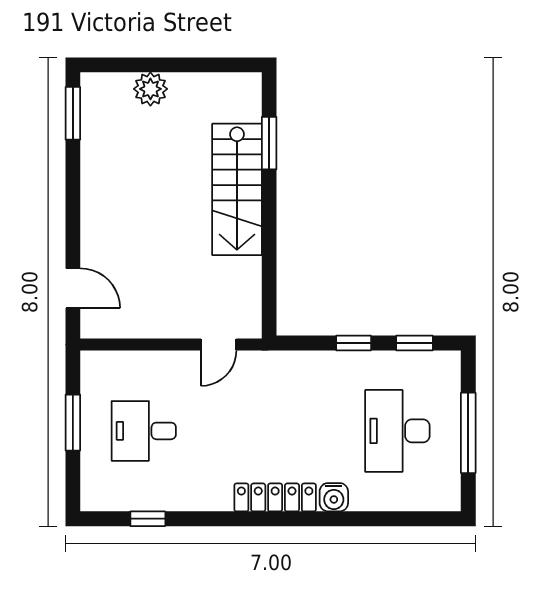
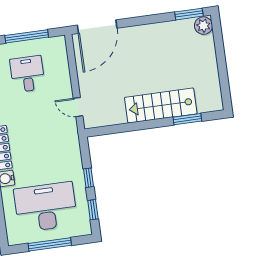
plant: (150, 89) -> (203, 26), moved
door: (73, 288) -> (97, 27), width x1.87
window: (73, 423) -> (27, 36), width x1.44
desk: (397, 431) -> (46, 207), width x1.36, depth x1.30

